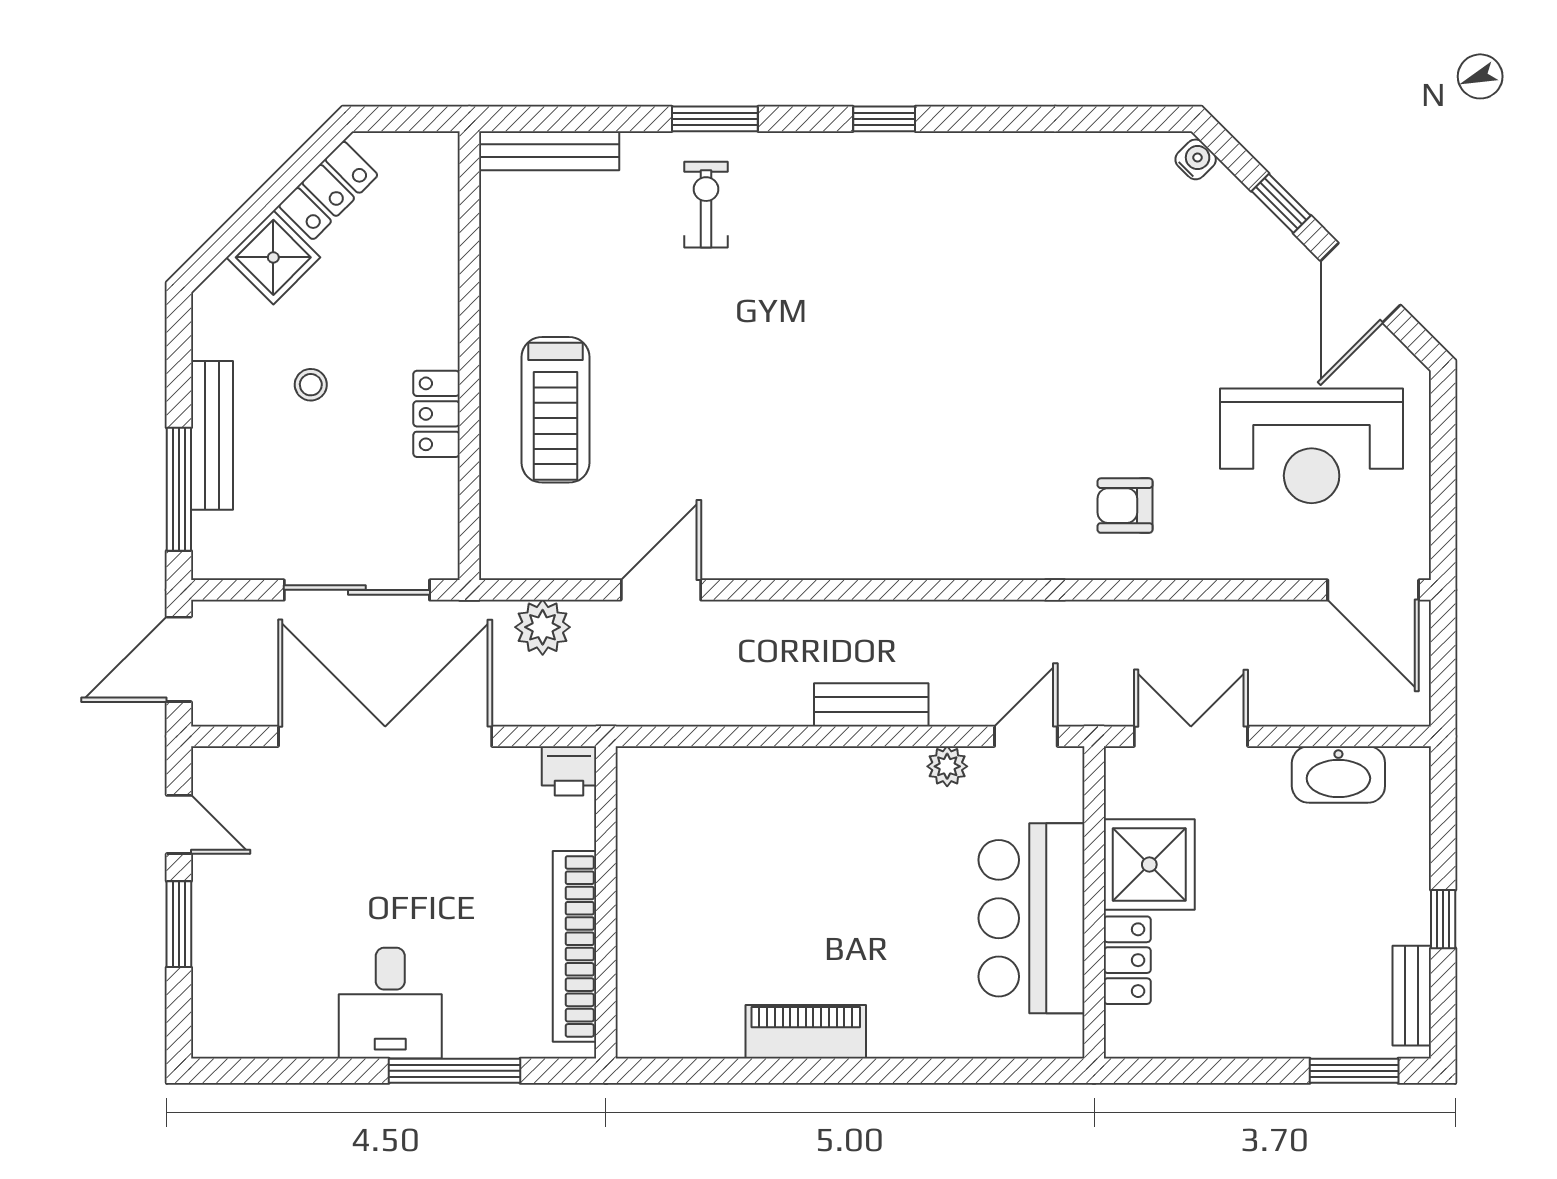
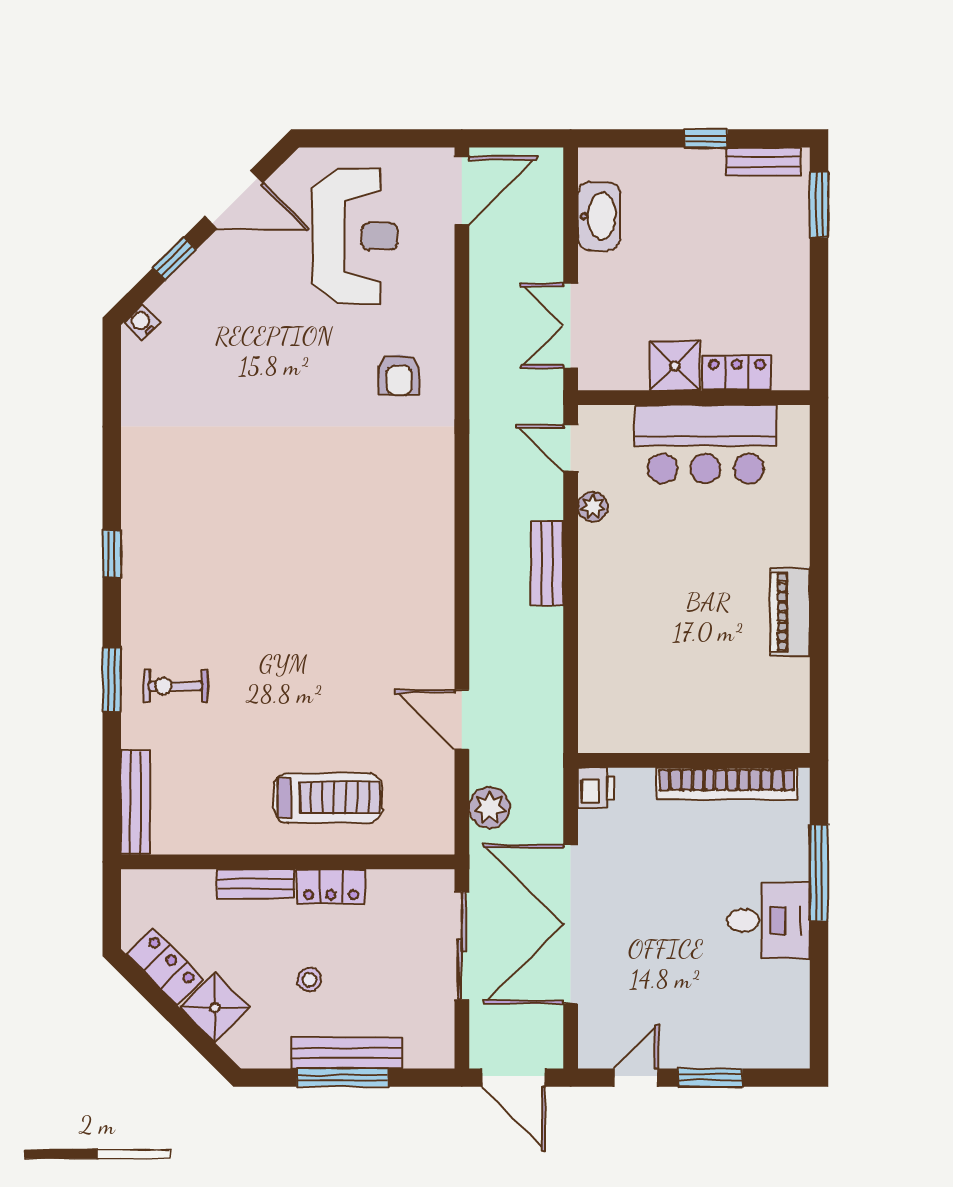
bench: (440, 312) -> (255, 884), added
window: (179, 489) -> (343, 1078), moved
shower: (1149, 864) -> (675, 366), width x0.73, depth x0.73

